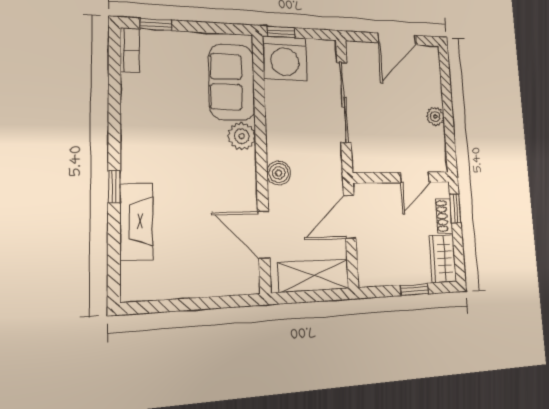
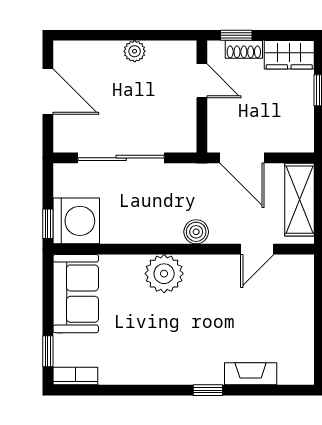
sofa: (232, 82) -> (76, 294), moved, turned -90
plant: (242, 136) -> (164, 274), width x1.36, depth x1.36
fireplace: (136, 222) -> (251, 374), width x0.73, depth x0.76
door: (264, 235) -> (257, 249), width x0.73

